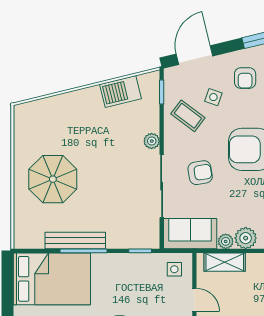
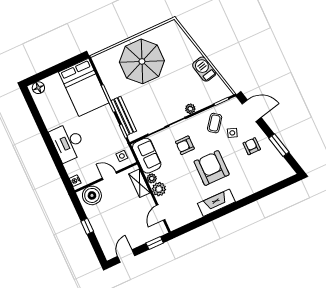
armchair: (245, 78) -> (252, 146), turned 90
barbecue: (120, 91) -> (204, 69), moved
armchair: (200, 173) -> (185, 145), turned 99
parasol: (53, 179) -> (142, 61), width x1.36, depth x1.36
bench: (75, 241) -> (124, 116), moved
door: (194, 300) -> (109, 176), swing flipped

